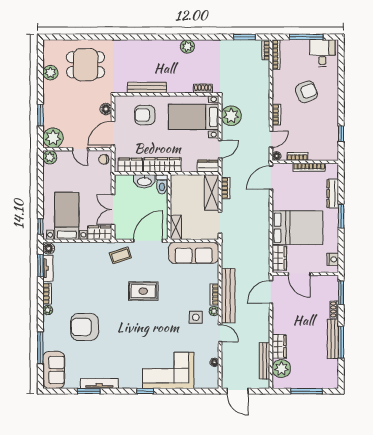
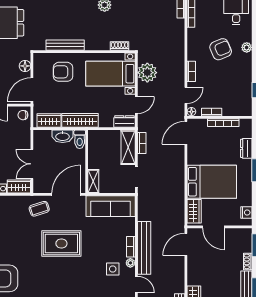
plant: (333, 90) -> (247, 47), added
dresser: (333, 194) -> (246, 148), width x0.70
rug: (143, 291) -> (61, 244), width x1.36, depth x1.43

